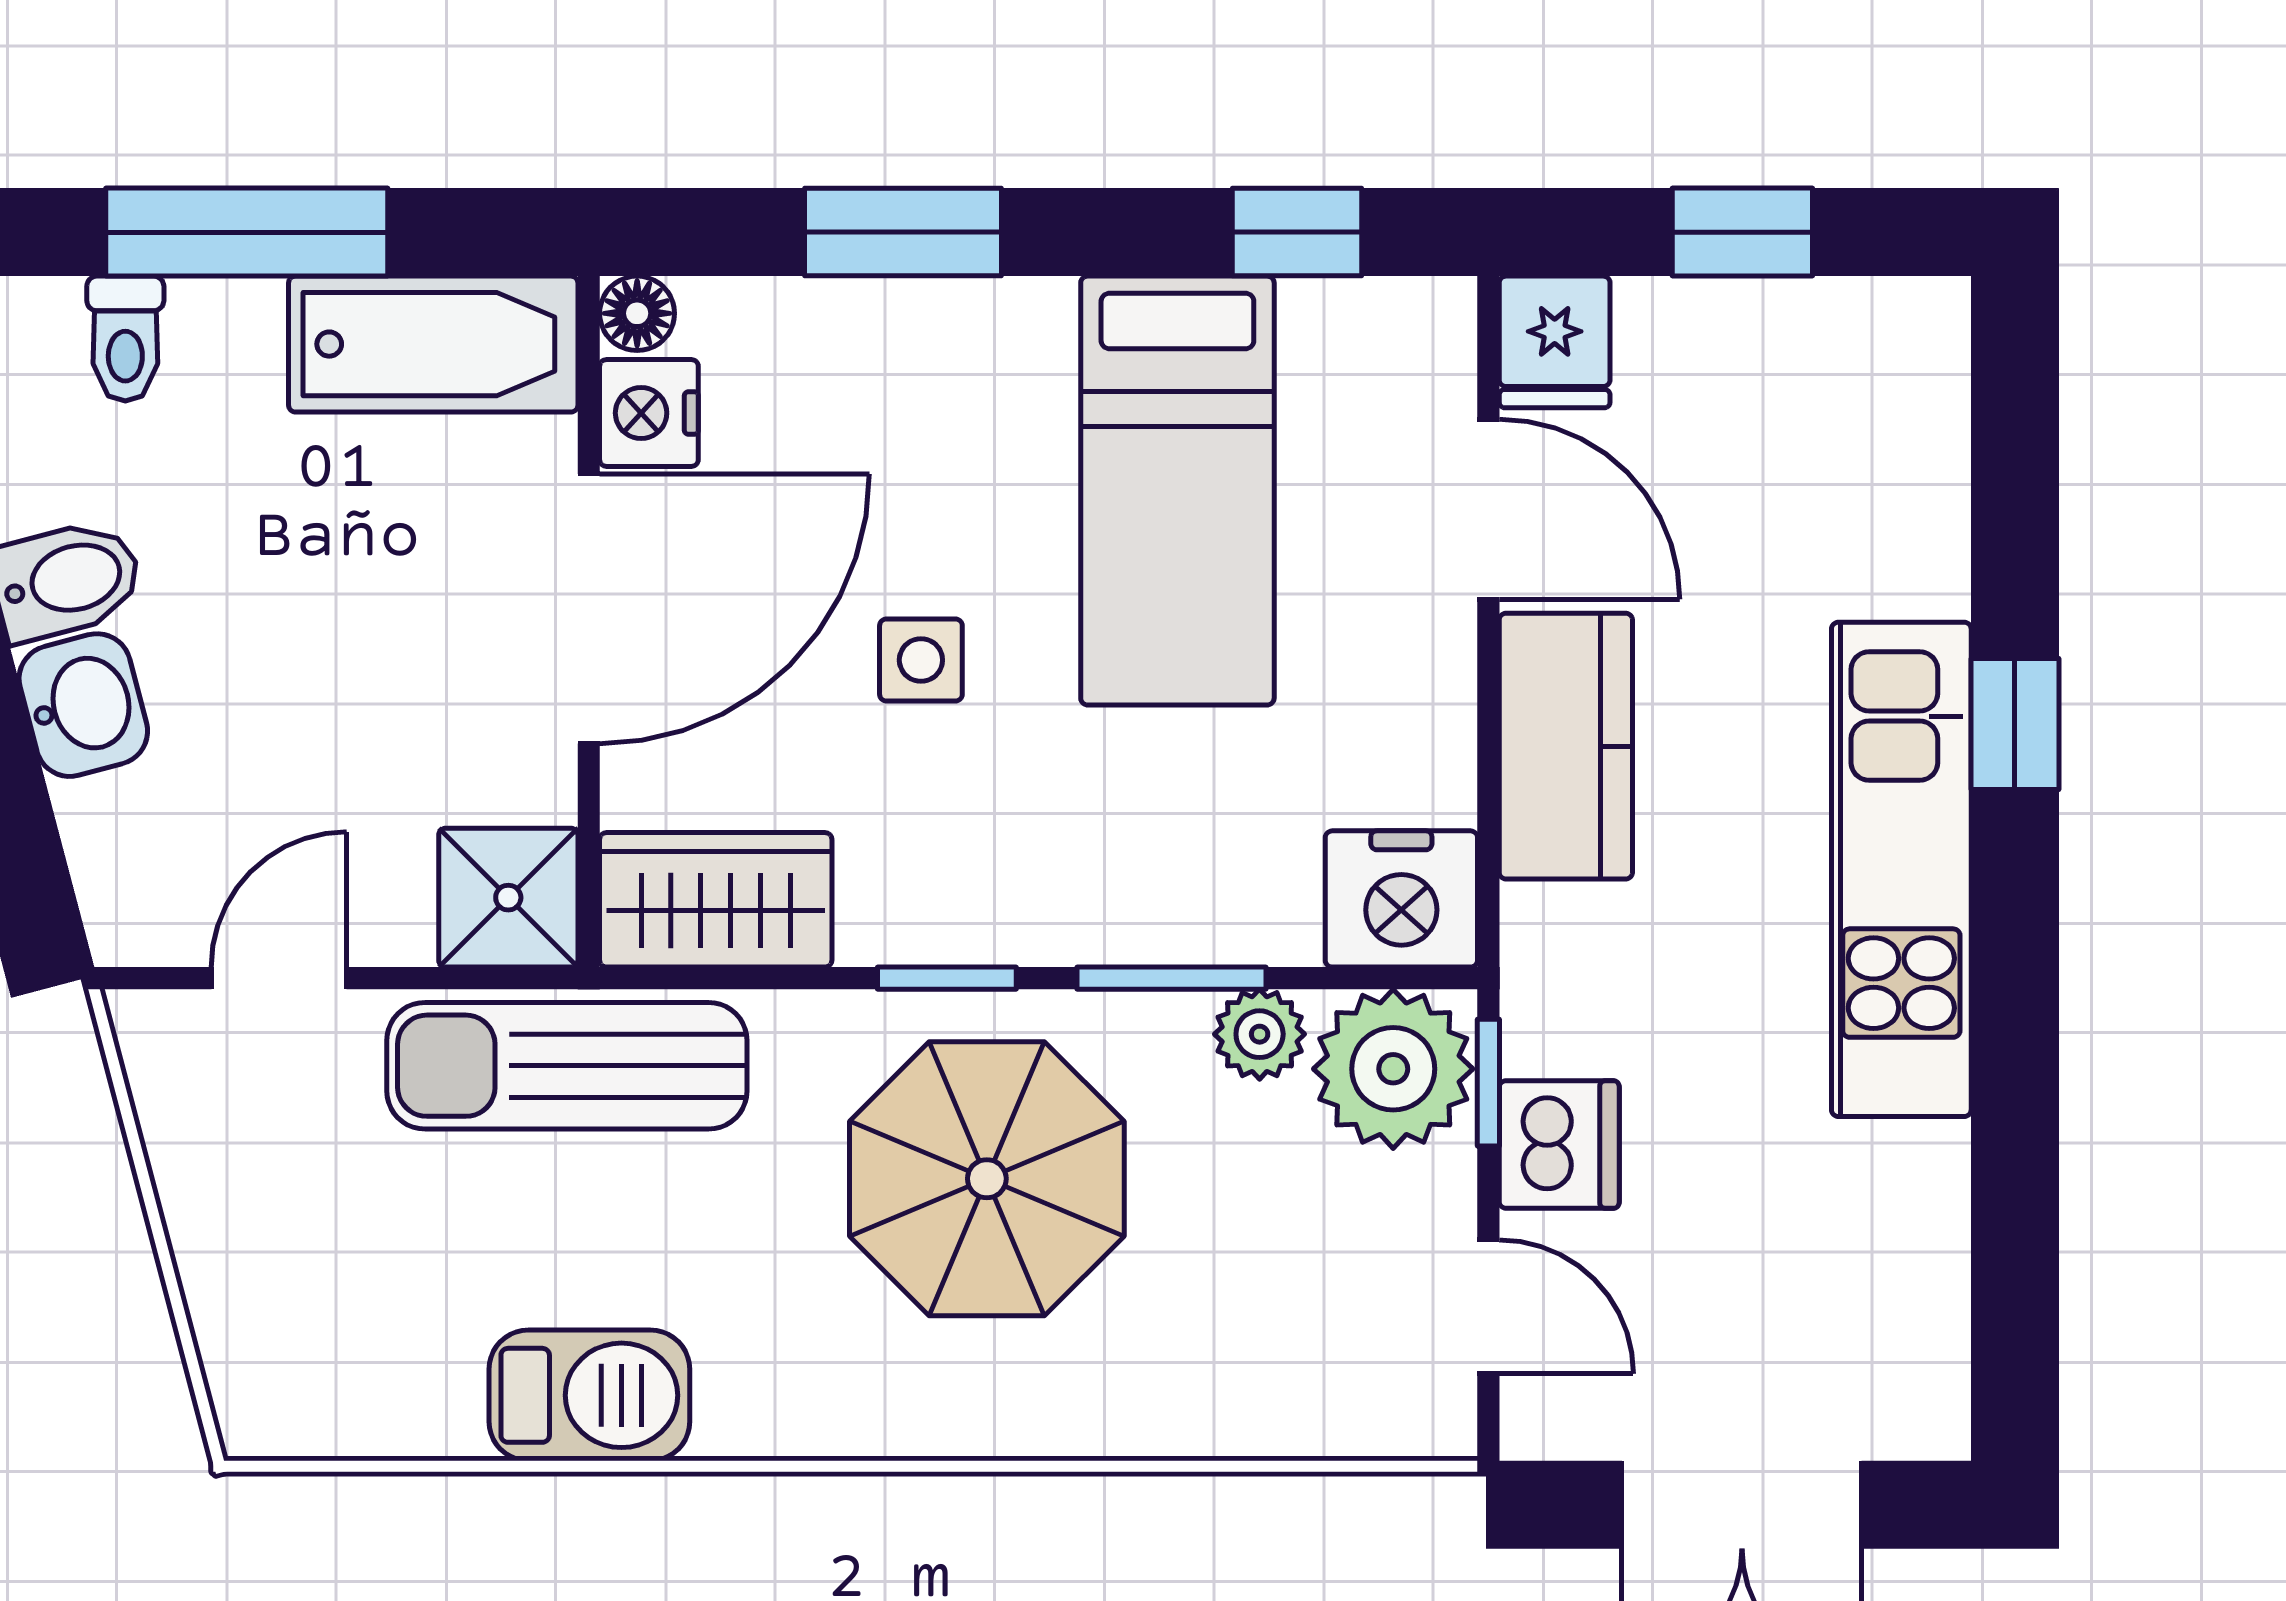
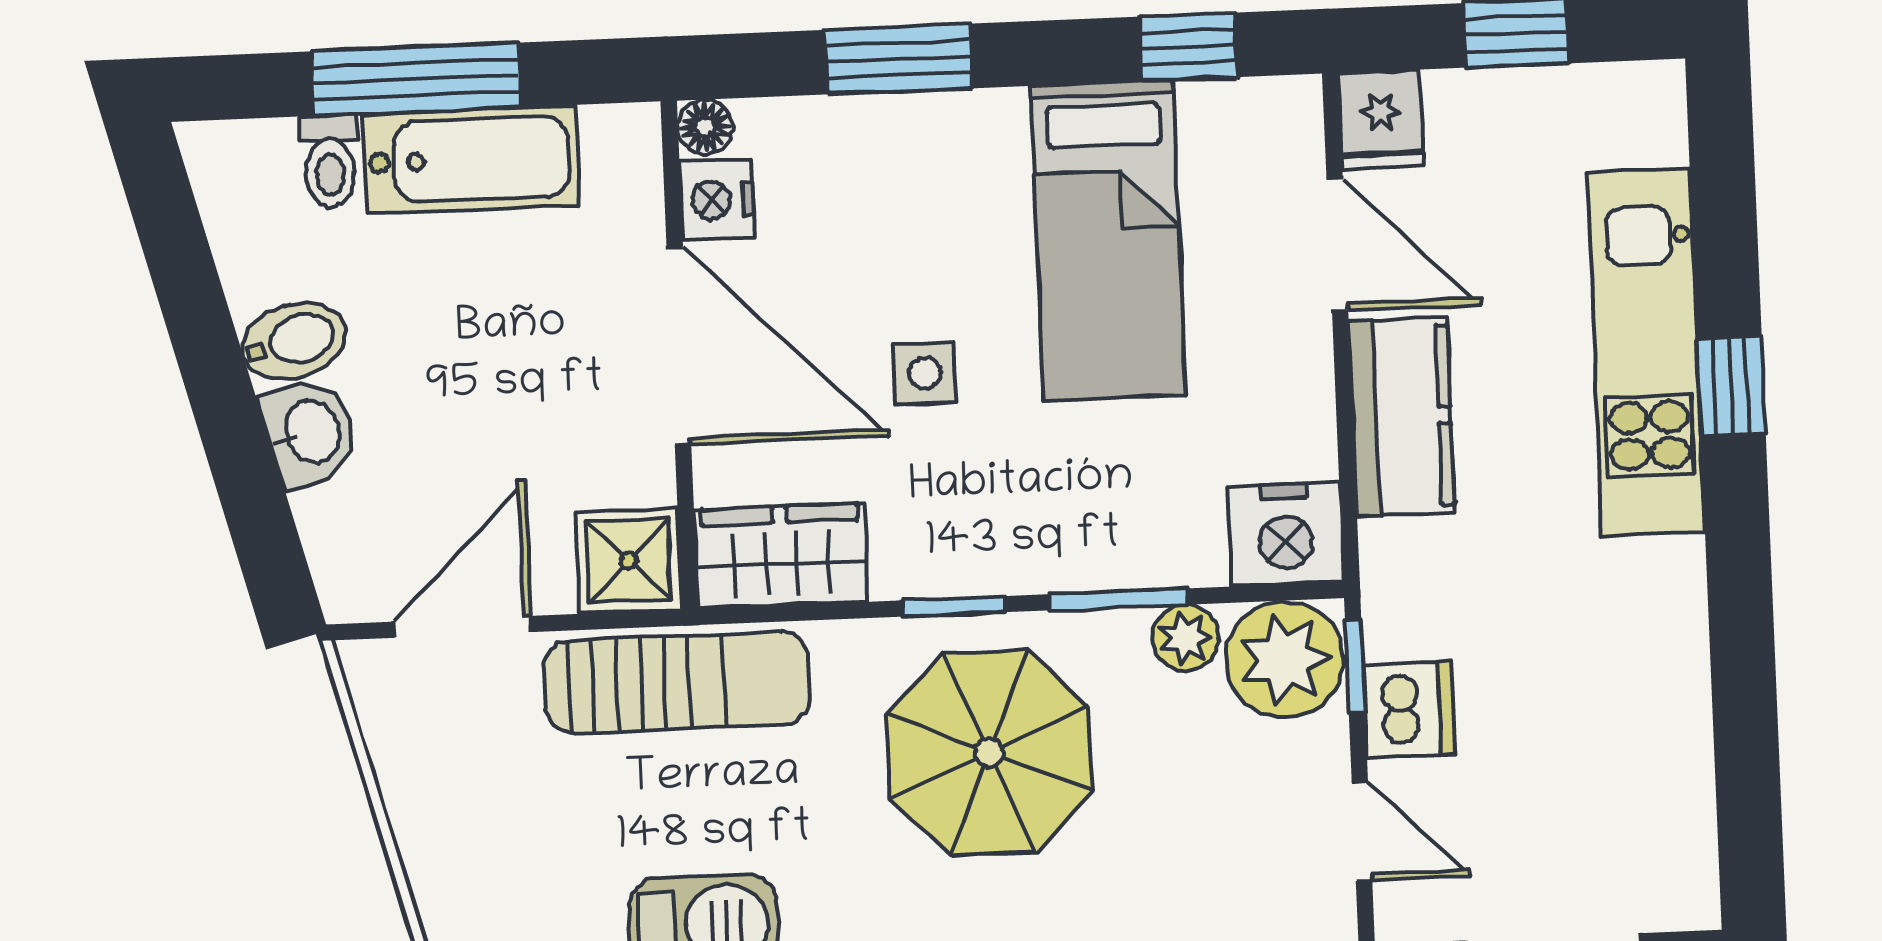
bathtub: (433, 344) -> (471, 159), moved
door: (589, 609) -> (679, 346), hinge flipped
kitchen unit: (1901, 869) -> (1646, 352), moved
door: (279, 978) -> (463, 627), width x1.38
sun lounger: (567, 1066) -> (677, 682), turned 180

